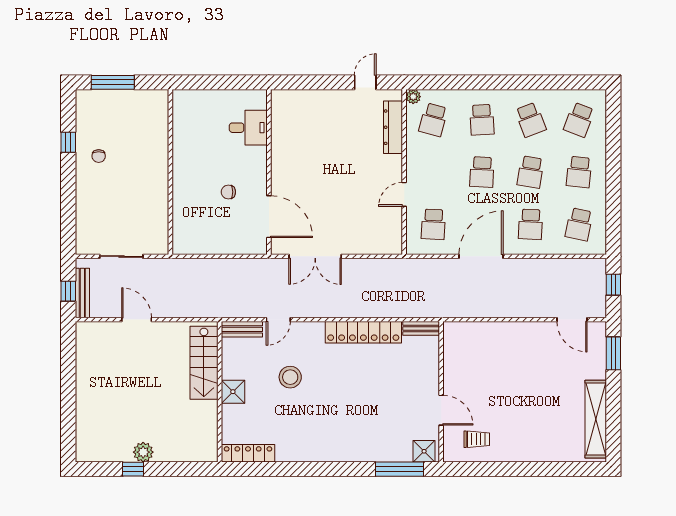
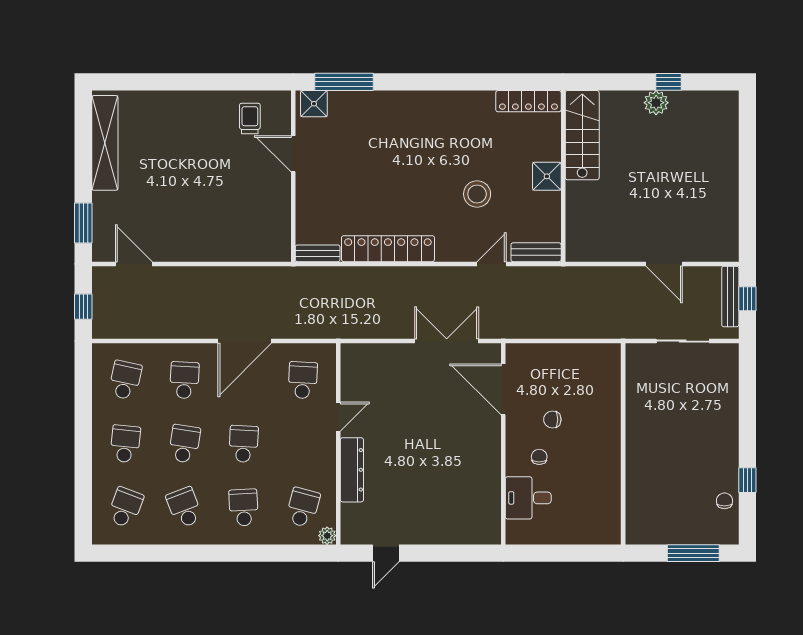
dresser: (393, 127) -> (352, 470), moved
chair: (99, 156) -> (724, 501), moved
chair: (239, 161) -> (539, 457), added
chair: (228, 192) -> (552, 419), turned 180
stairs: (204, 363) -> (582, 135), moved
trolley: (477, 439) -> (250, 118), turned 90

